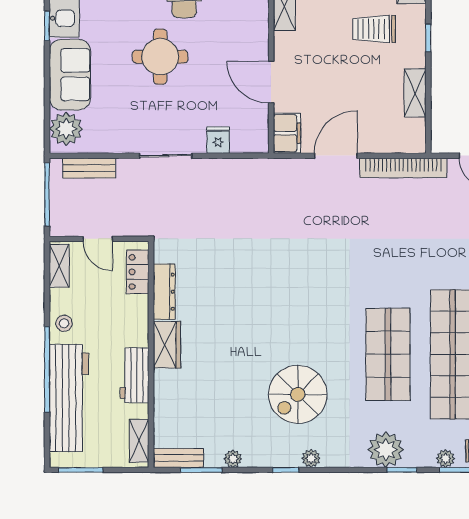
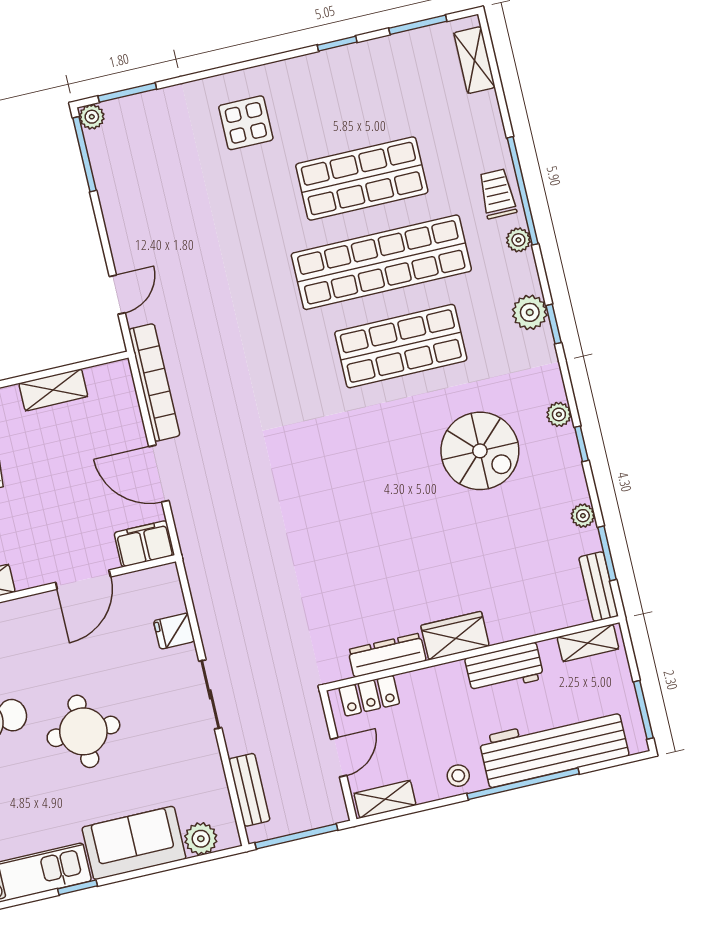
plant: (66, 129) -> (201, 839), width x0.73, depth x0.73
plant: (386, 450) -> (530, 312), width x0.73, depth x0.73
window: (402, 470) -> (554, 324), moved

